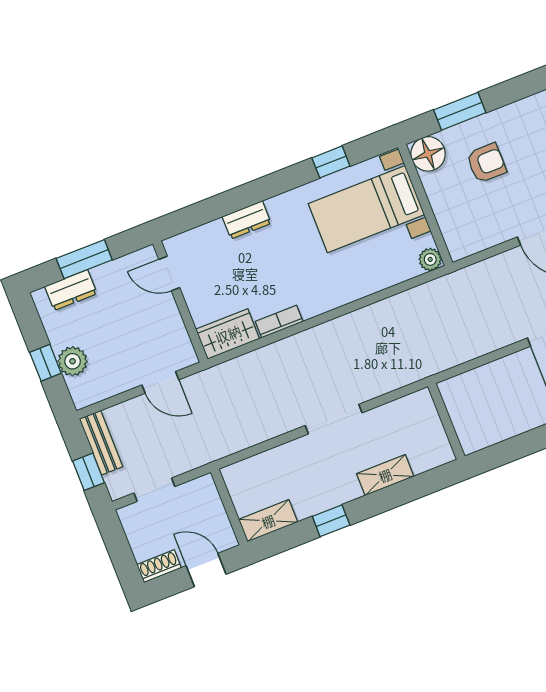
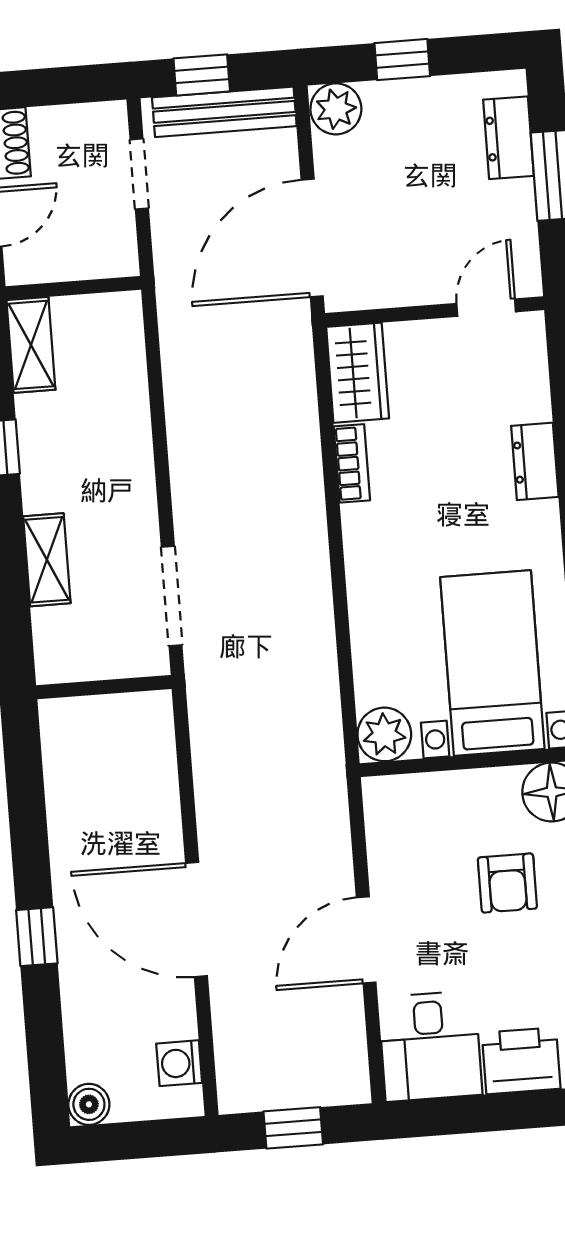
plant: (430, 259) -> (384, 734), width x1.38, depth x1.38
plant: (73, 361) -> (336, 109), moved
door: (160, 382) -> (312, 238), width x1.88
doorway: (334, 419) -> (172, 596), moved
bench: (101, 443) -> (224, 112), width x1.36

